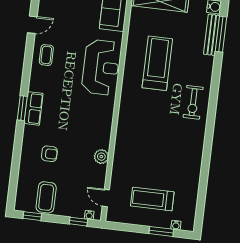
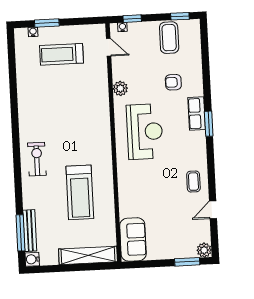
reception desk: (101, 67) -> (145, 132), moved, turned 180
row of seats: (33, 108) -> (197, 114), moved
treadmill: (152, 199) -> (61, 54), turned 180

